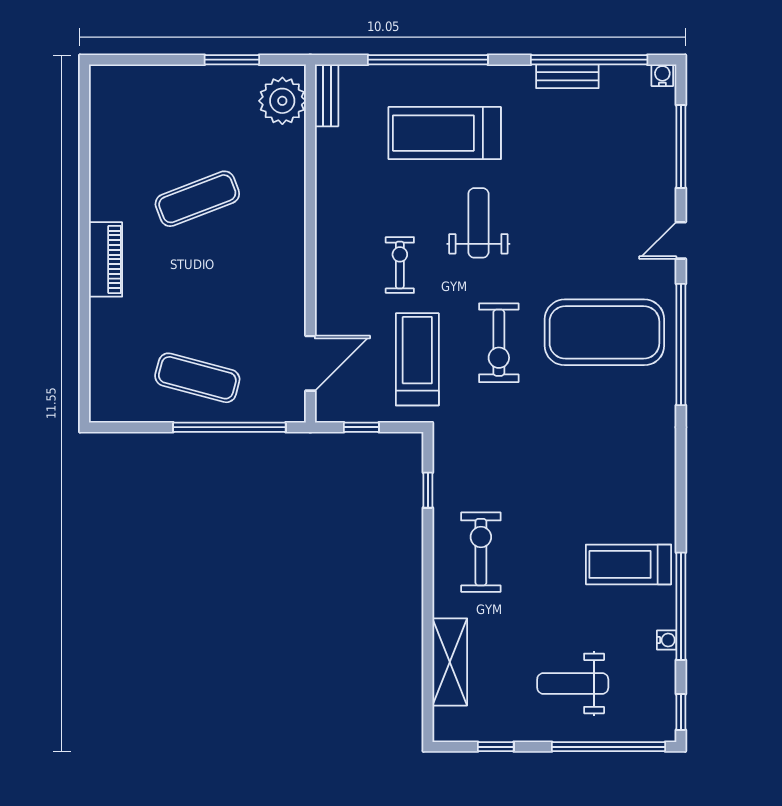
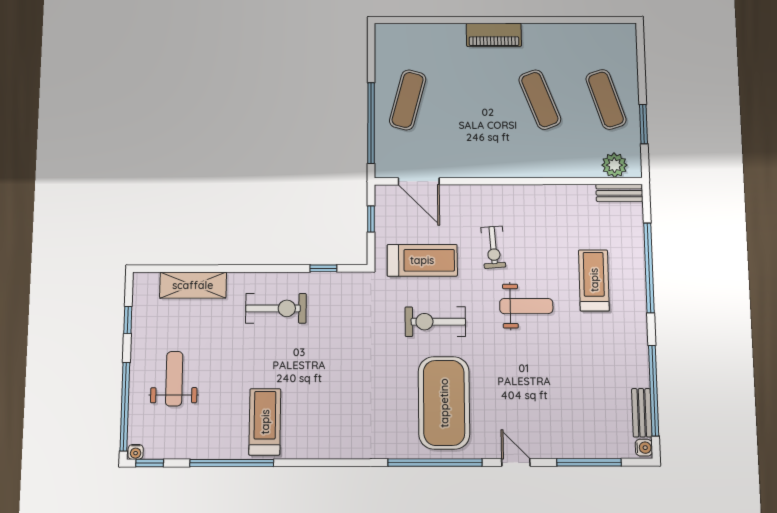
bench: (567, 76) -> (642, 413), moved
plant: (282, 101) -> (614, 165), width x0.73, depth x0.73
exercise mat: (197, 109) -> (606, 99), added
treadmill: (445, 133) -> (594, 280), width x0.73, depth x0.73
exercise bike: (400, 265) -> (493, 247), turned 86
water cooler: (667, 640) -> (136, 452), moved

